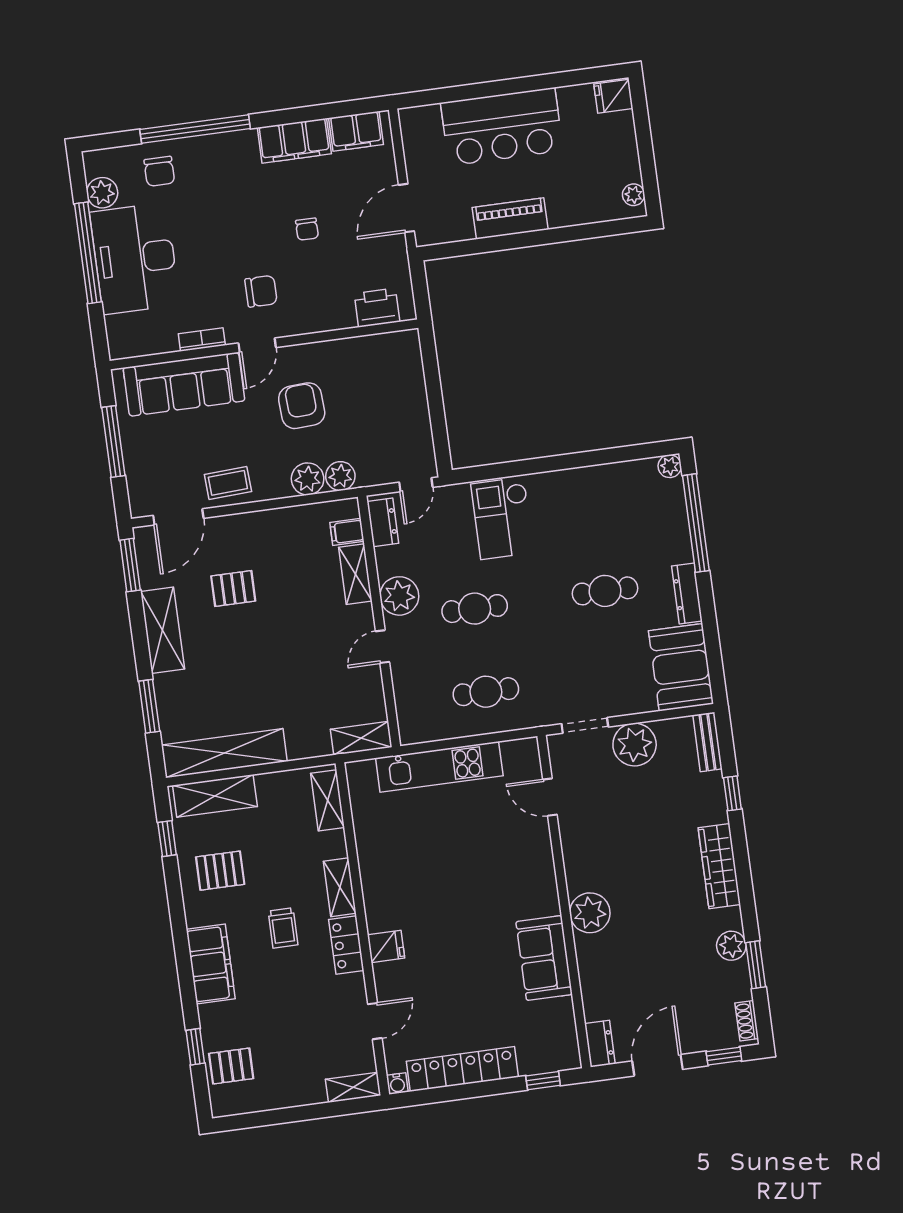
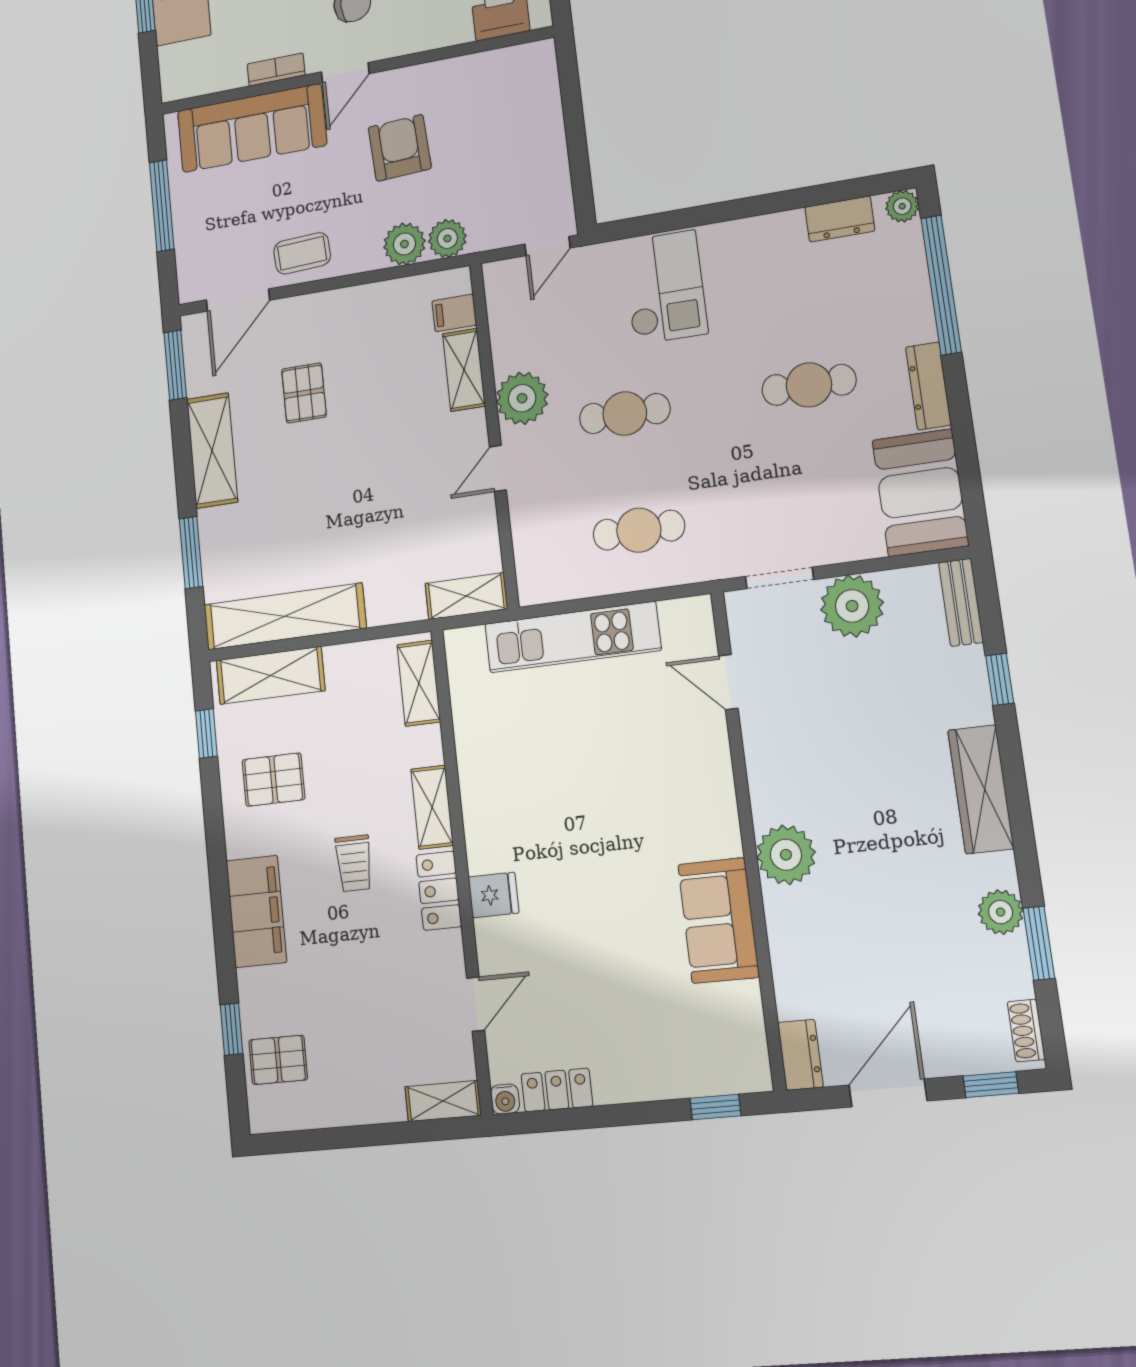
checkout: (502, 518) -> (665, 287), turned 180
dresser: (383, 522) -> (840, 219), moved, turned 90
pallet: (233, 589) -> (304, 393), turned 90
locker: (462, 1069) -> (557, 1090), width x0.46, depth x0.83

